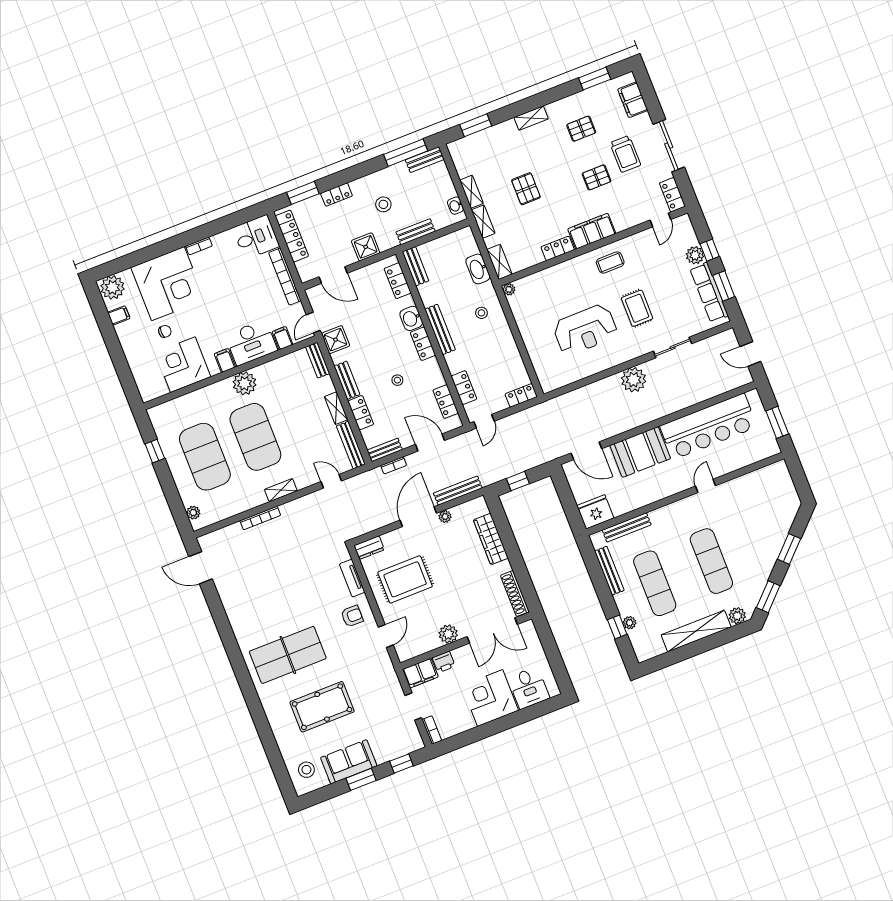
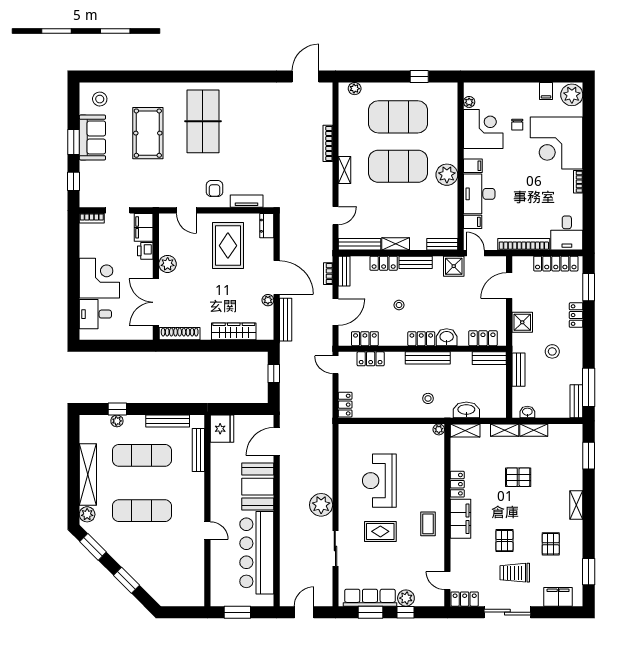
plant: (161, 390) -> (469, 102), added

